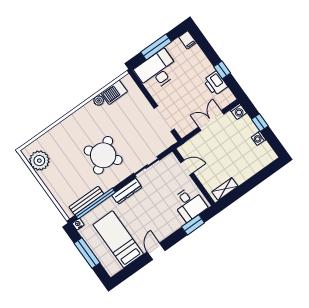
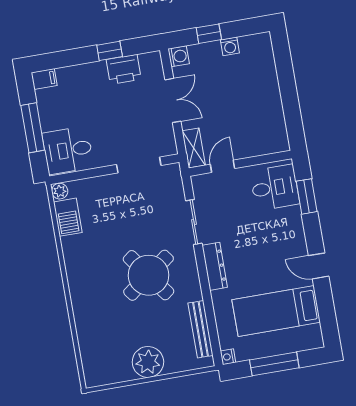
desk: (157, 71) -> (68, 150), width x0.73
plant: (99, 101) -> (60, 191), moved
double door: (211, 120) -> (173, 100), swing flipped
plant: (39, 161) -> (148, 362), moved
shelving: (225, 189) -> (194, 148), moved
window: (95, 203) -> (211, 319), removed

